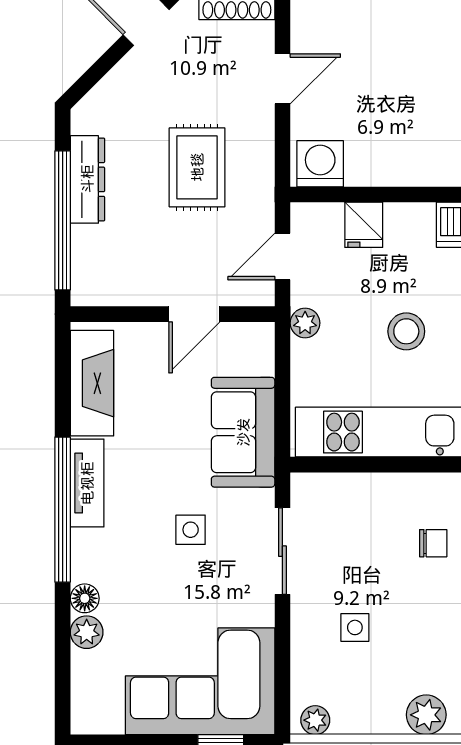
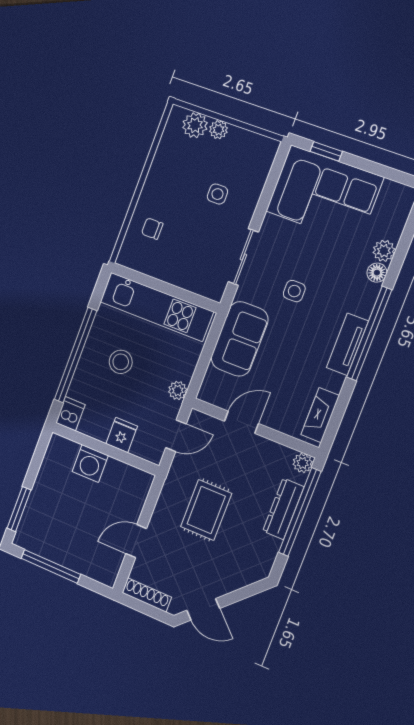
washing machine: (320, 164) -> (90, 464), moved
dresser: (87, 179) -> (283, 509), moved
plant: (85, 291) -> (303, 463), added
fireplace: (92, 383) -> (320, 415), width x0.73, depth x0.76
plant: (315, 720) -> (218, 130), moved

